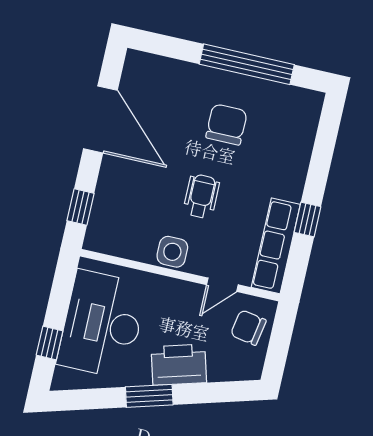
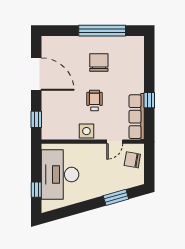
printer: (179, 365) -> (102, 186), removed
window: (149, 396) -> (116, 197), moved

